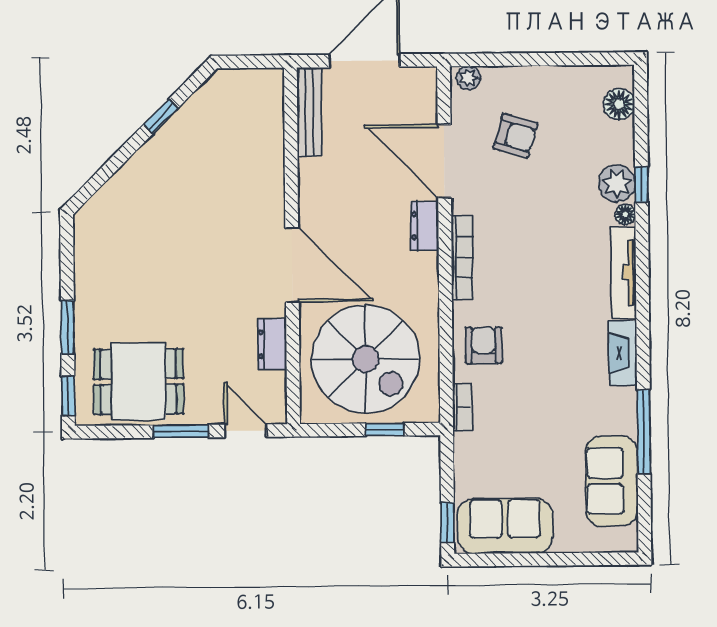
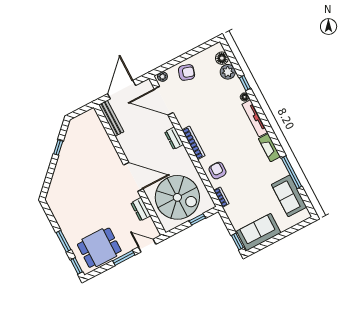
armchair: (515, 136) -> (187, 72), moved
door: (444, 161) -> (164, 101), moved
plant: (617, 183) -> (228, 72), moved

